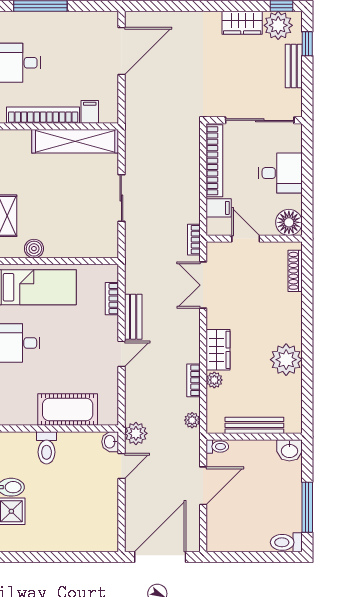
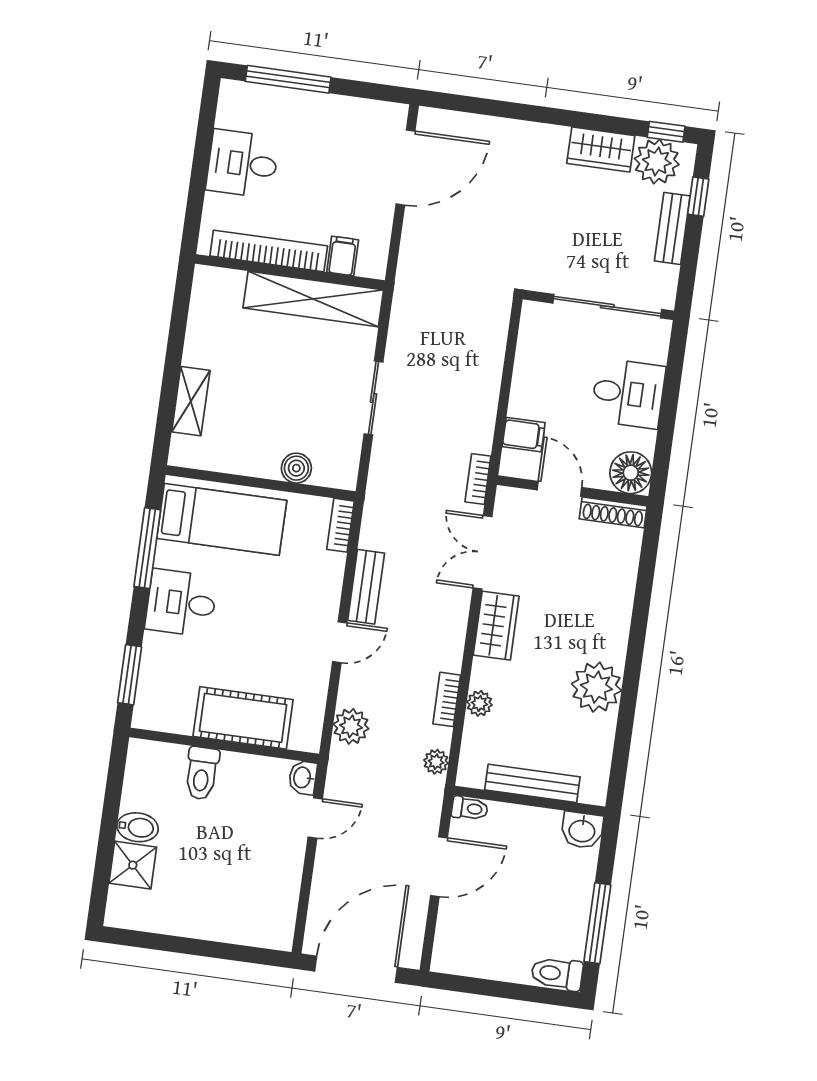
bookcase: (214, 161) -> (527, 360), removed
boiler: (34, 249) -> (296, 468), moved
shoe rack: (295, 271) -> (613, 512), moved, turned -90
bookcase: (112, 299) -> (341, 525), moved
wardrobe: (218, 350) -> (496, 626), moved
plant: (136, 433) -> (351, 726), moved

